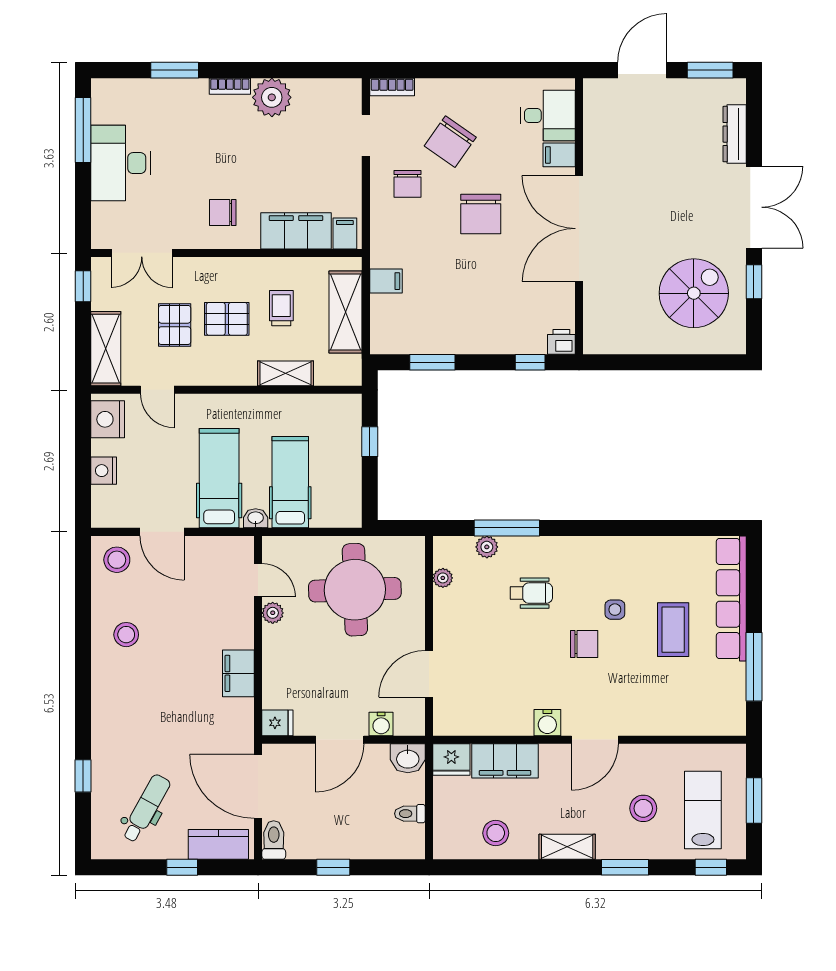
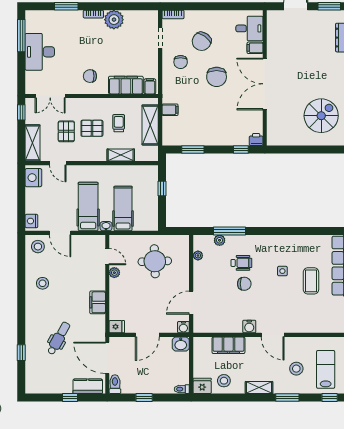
nightstand: (104, 471) -> (31, 221), moved
round table: (355, 590) -> (155, 261), width x0.73, depth x0.73
chair: (584, 644) -> (244, 284), moved
water cooler: (381, 724) -> (183, 327), moved
door: (595, 740) -> (273, 335), hinge flipped
fridge: (451, 759) -> (202, 386), moved, turned 180
dental chair: (146, 808) -> (59, 338), moved
toilet: (410, 814) -> (182, 389), moved

